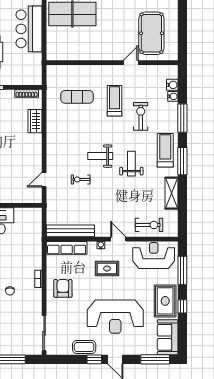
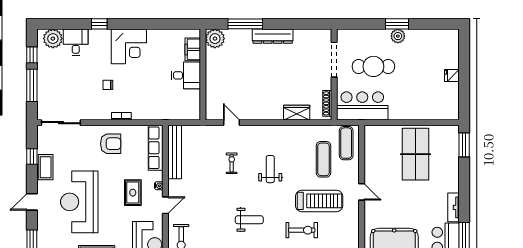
bar counter: (29, 29) -> (362, 106), moved
door: (131, 63) -> (362, 192), moved
exercise mat: (62, 76) -> (346, 143), added
treadmill: (114, 101) -> (319, 201), width x1.37, depth x1.38
weight bench: (100, 156) -> (270, 169), moved
window: (94, 359) -> (32, 157), moved

